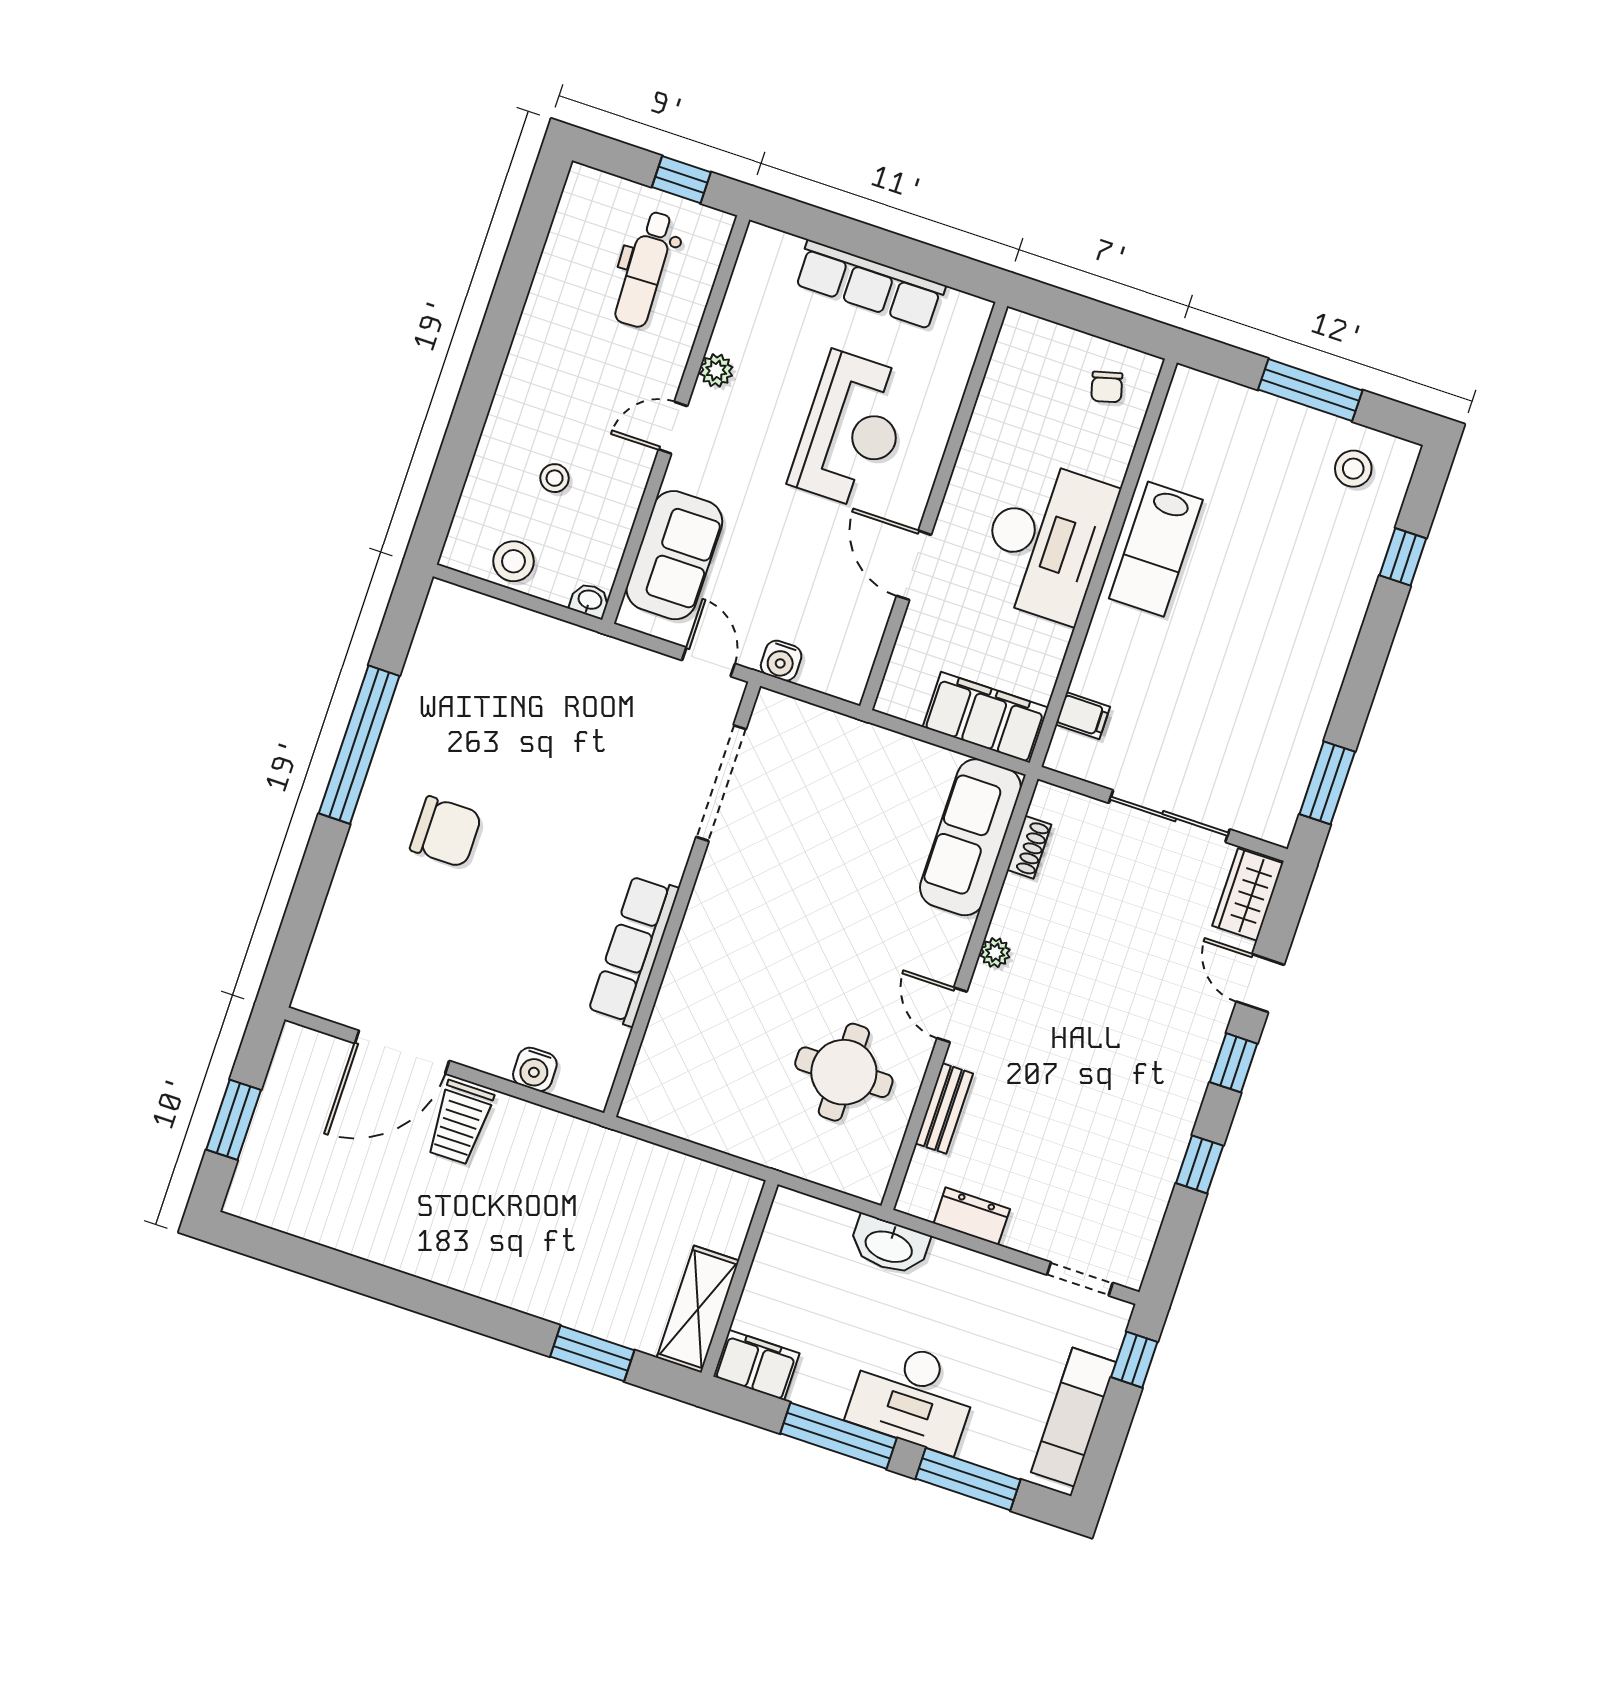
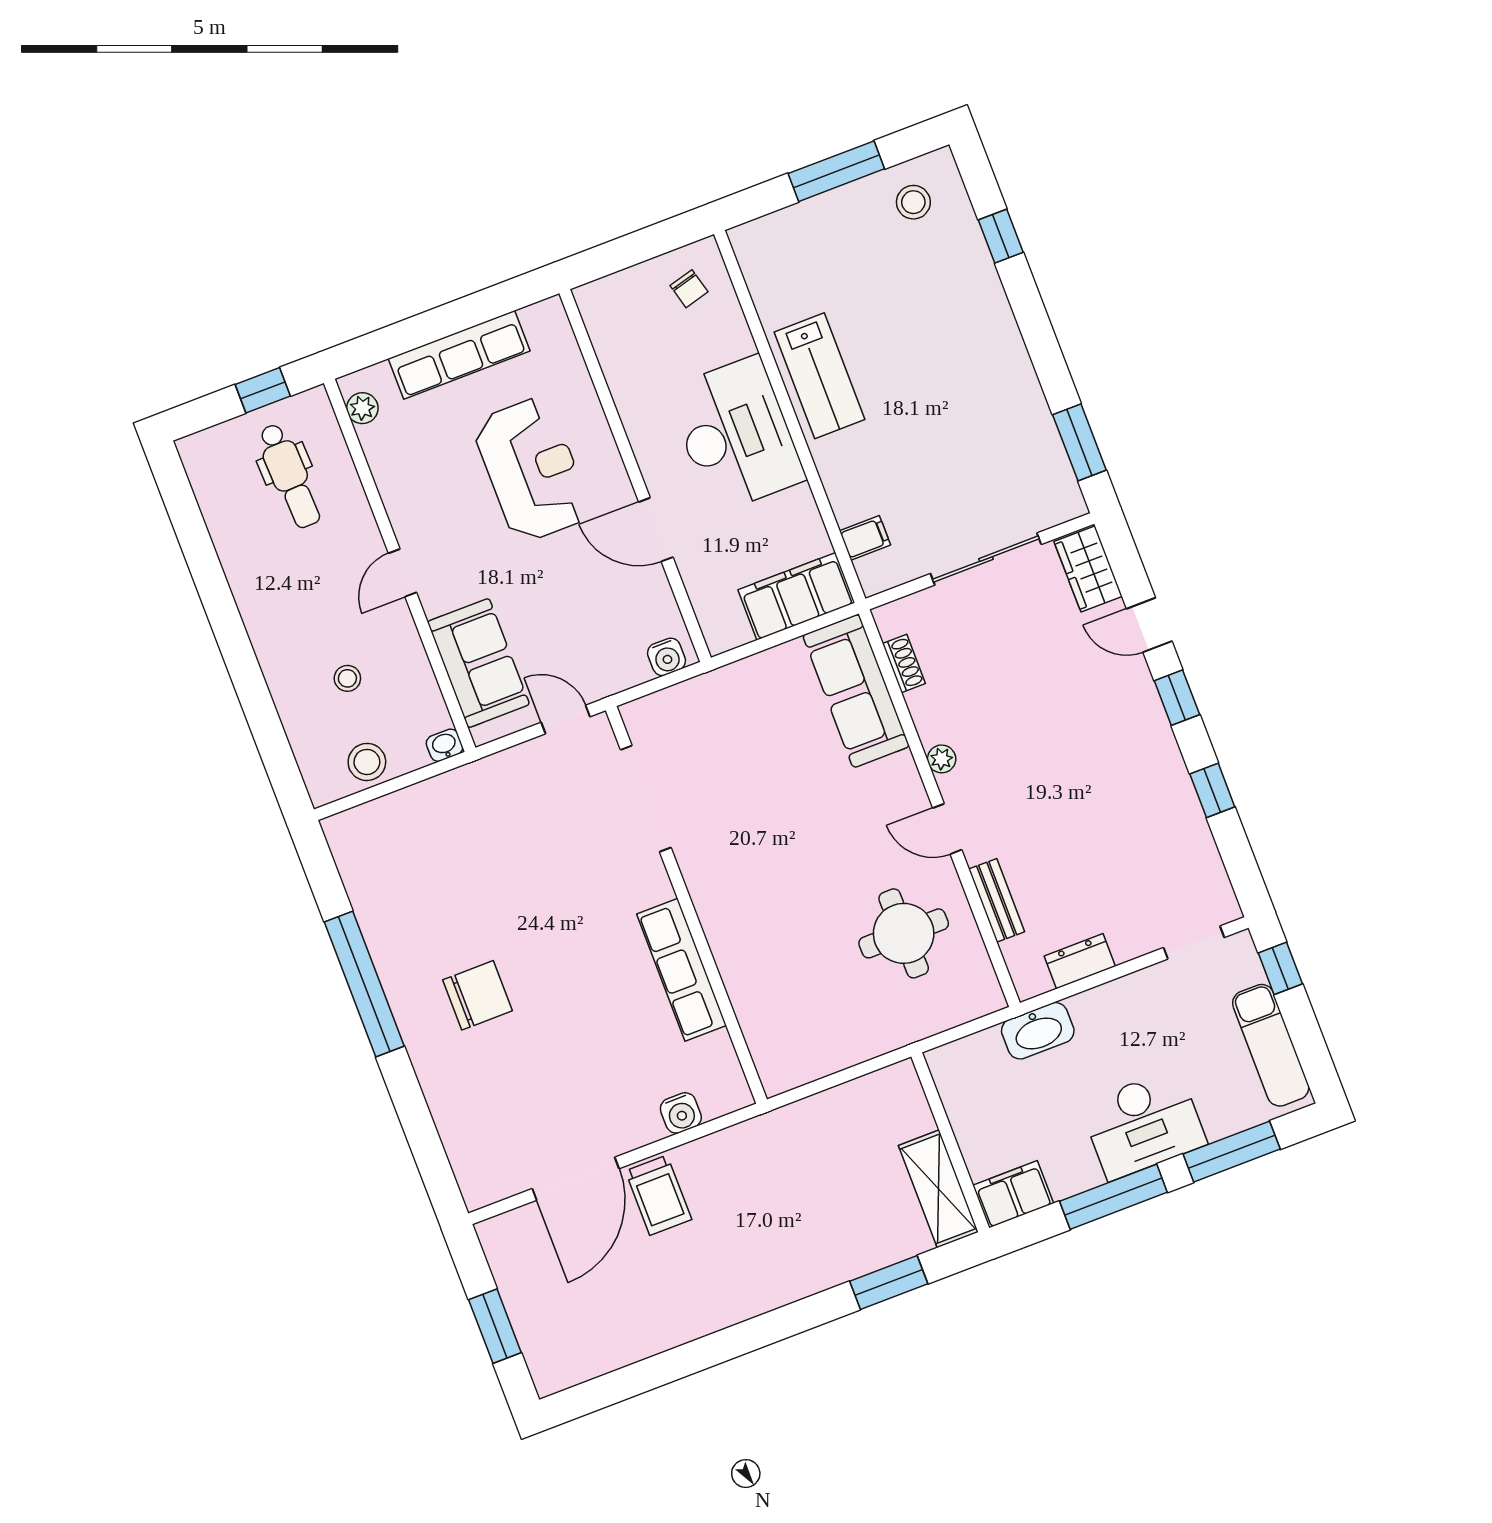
plant: (716, 370) -> (362, 408), moved
water cooler: (781, 661) -> (667, 657), moved

